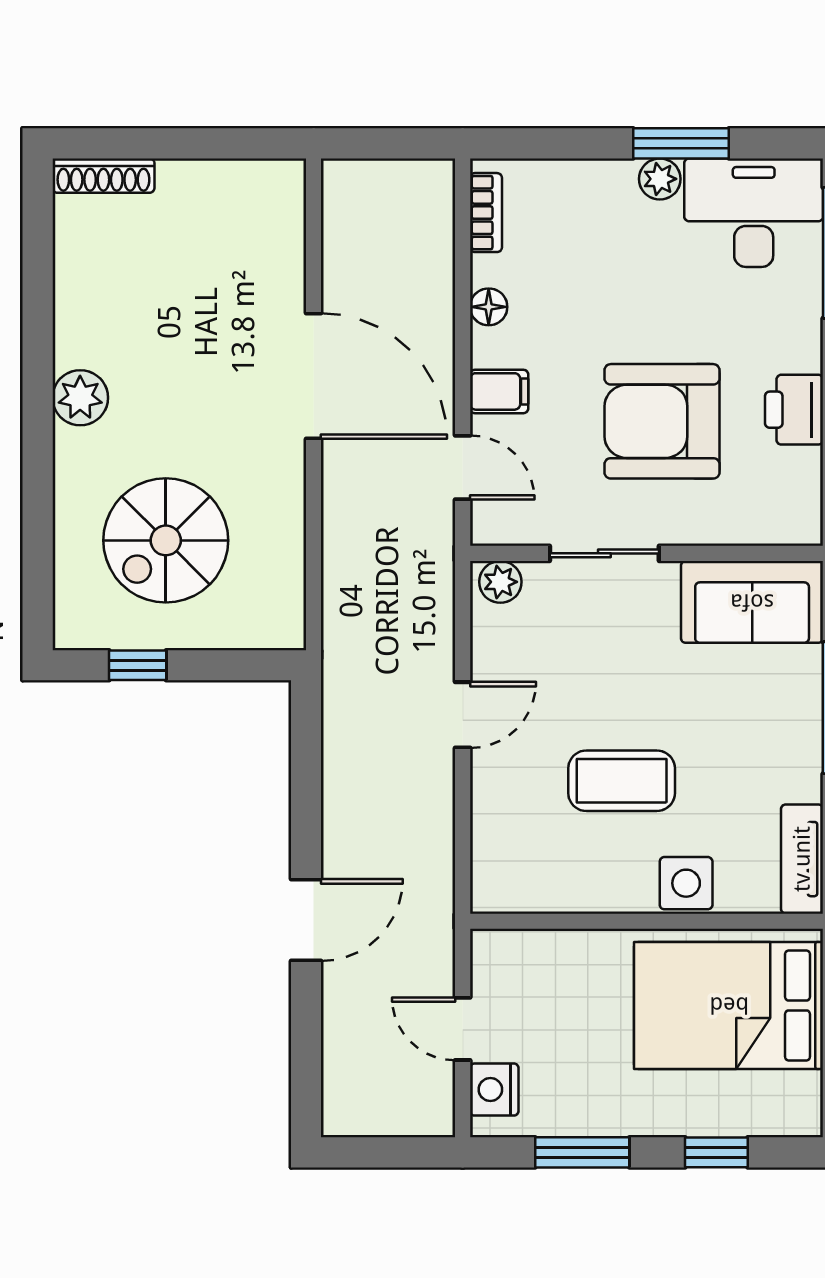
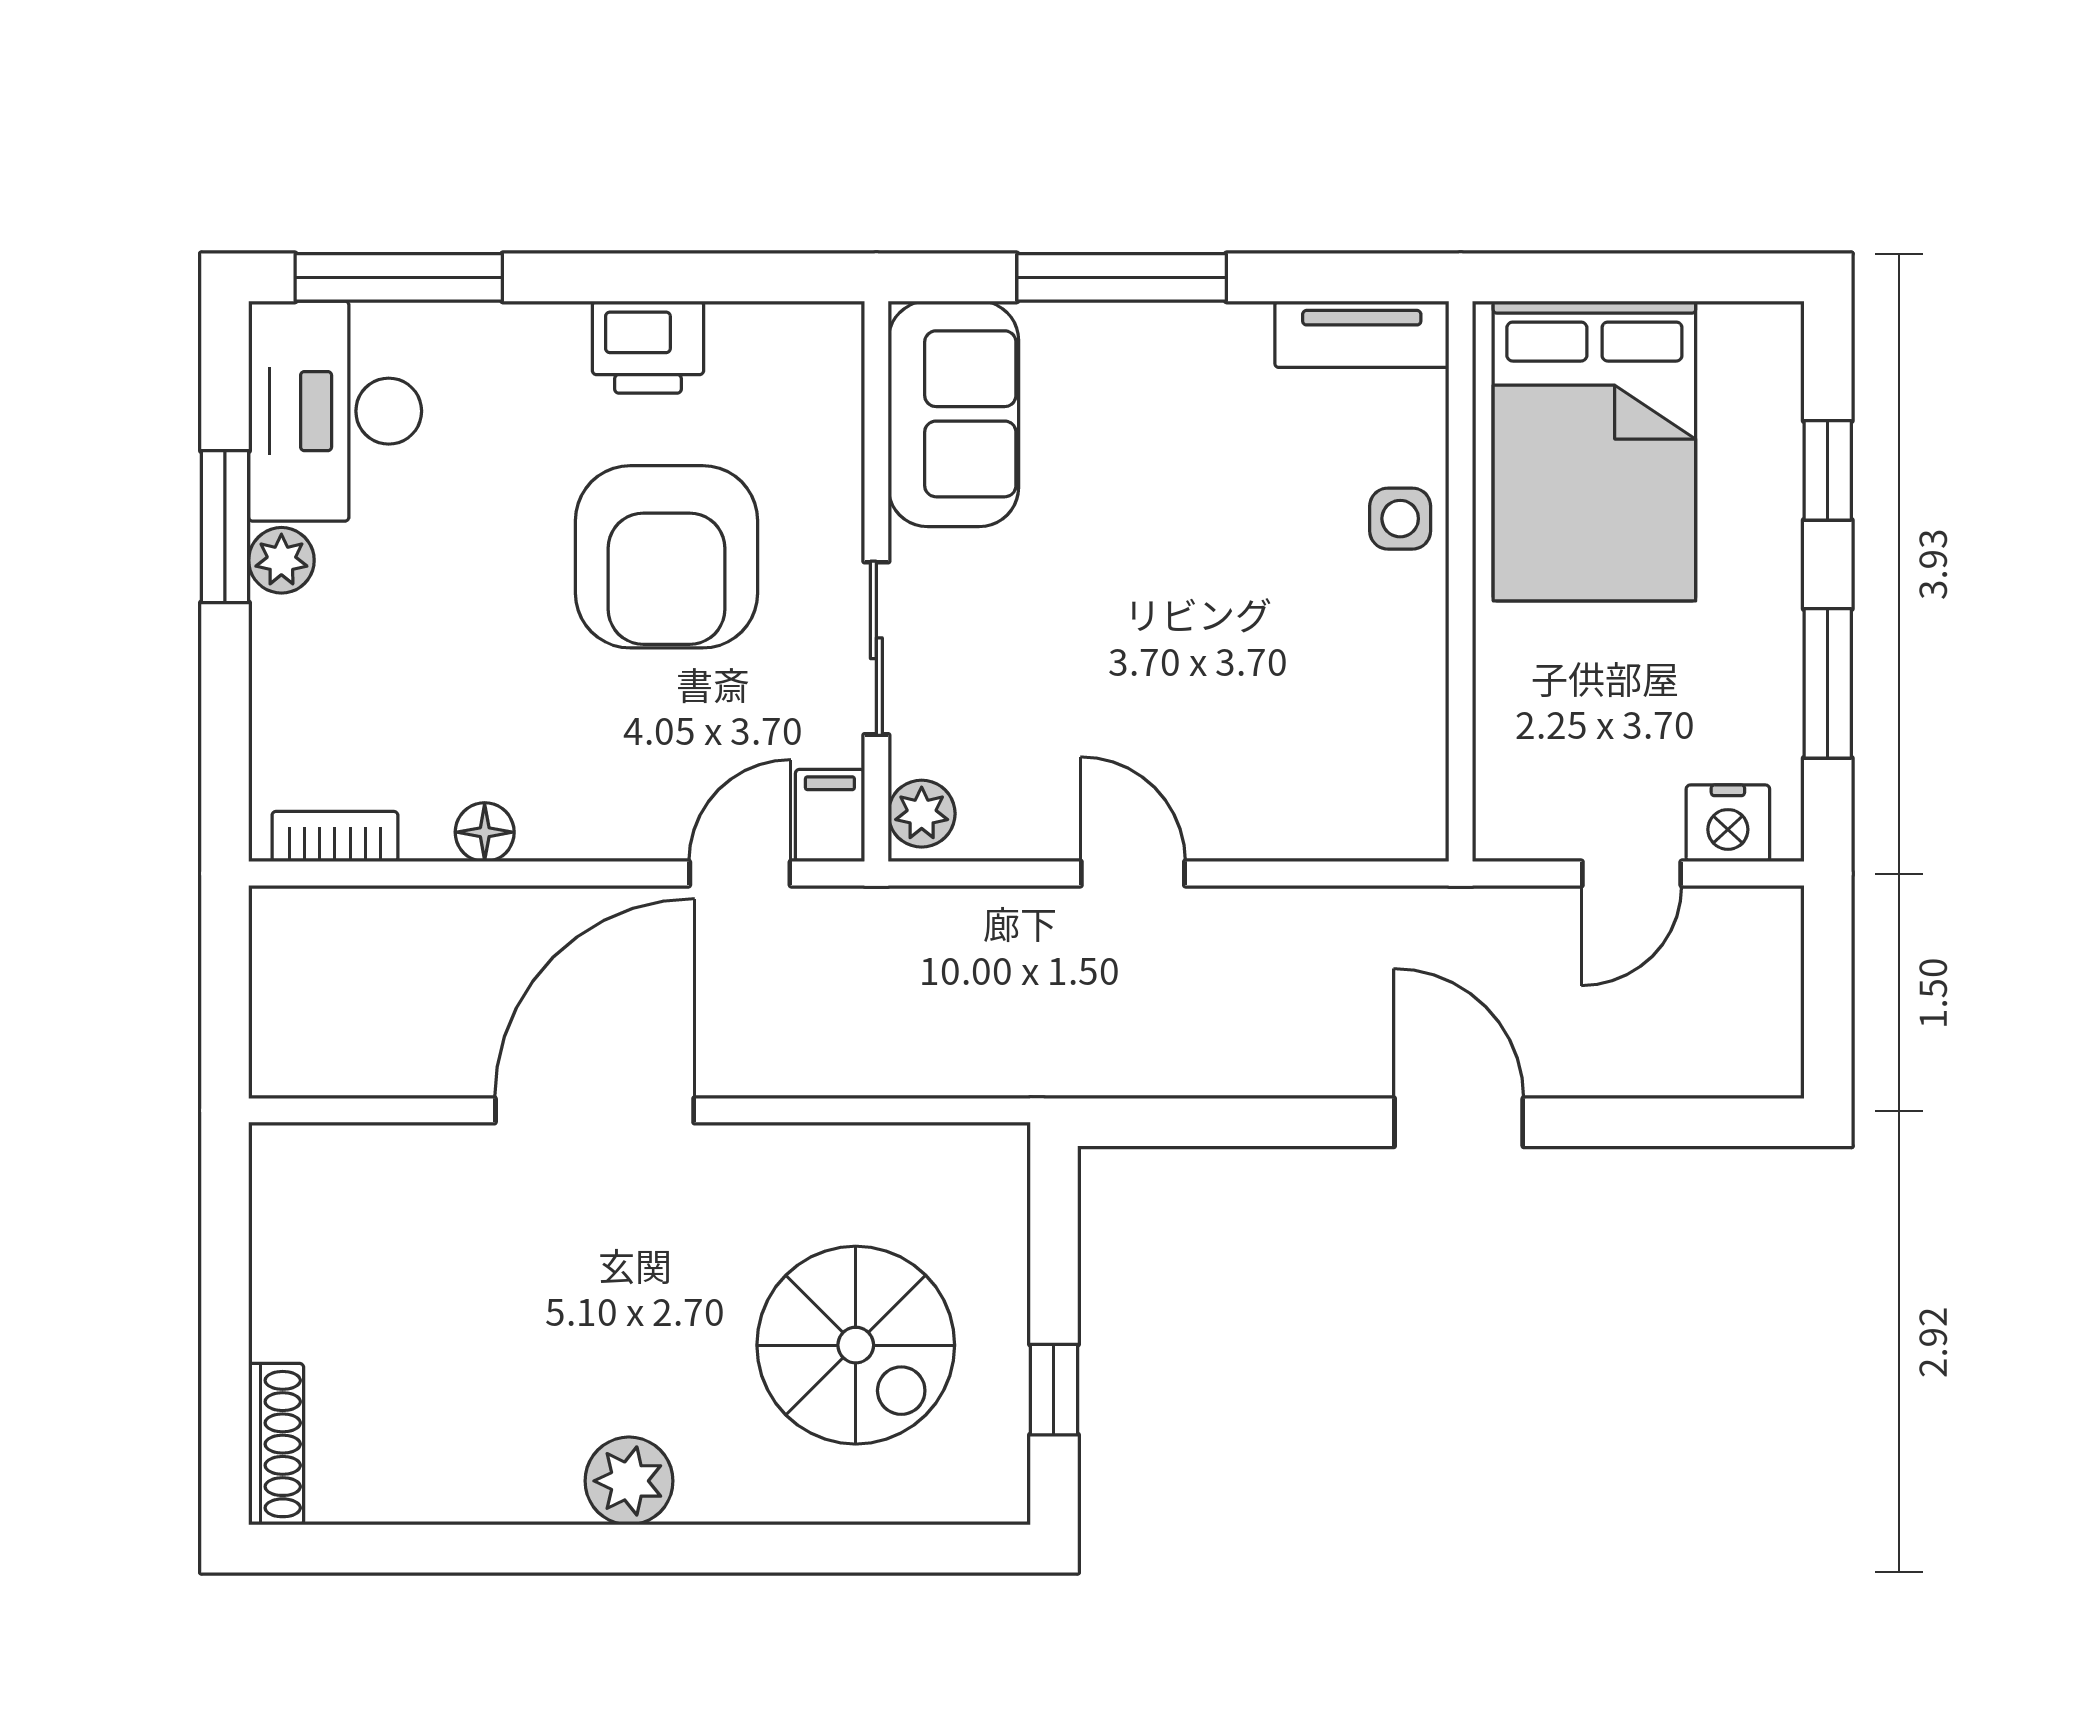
filing cabinet: (499, 391) -> (830, 816), moved
coffee table: (622, 781) -> (1237, 621), removed
side table: (686, 883) -> (1400, 519), width x0.73, depth x0.73

